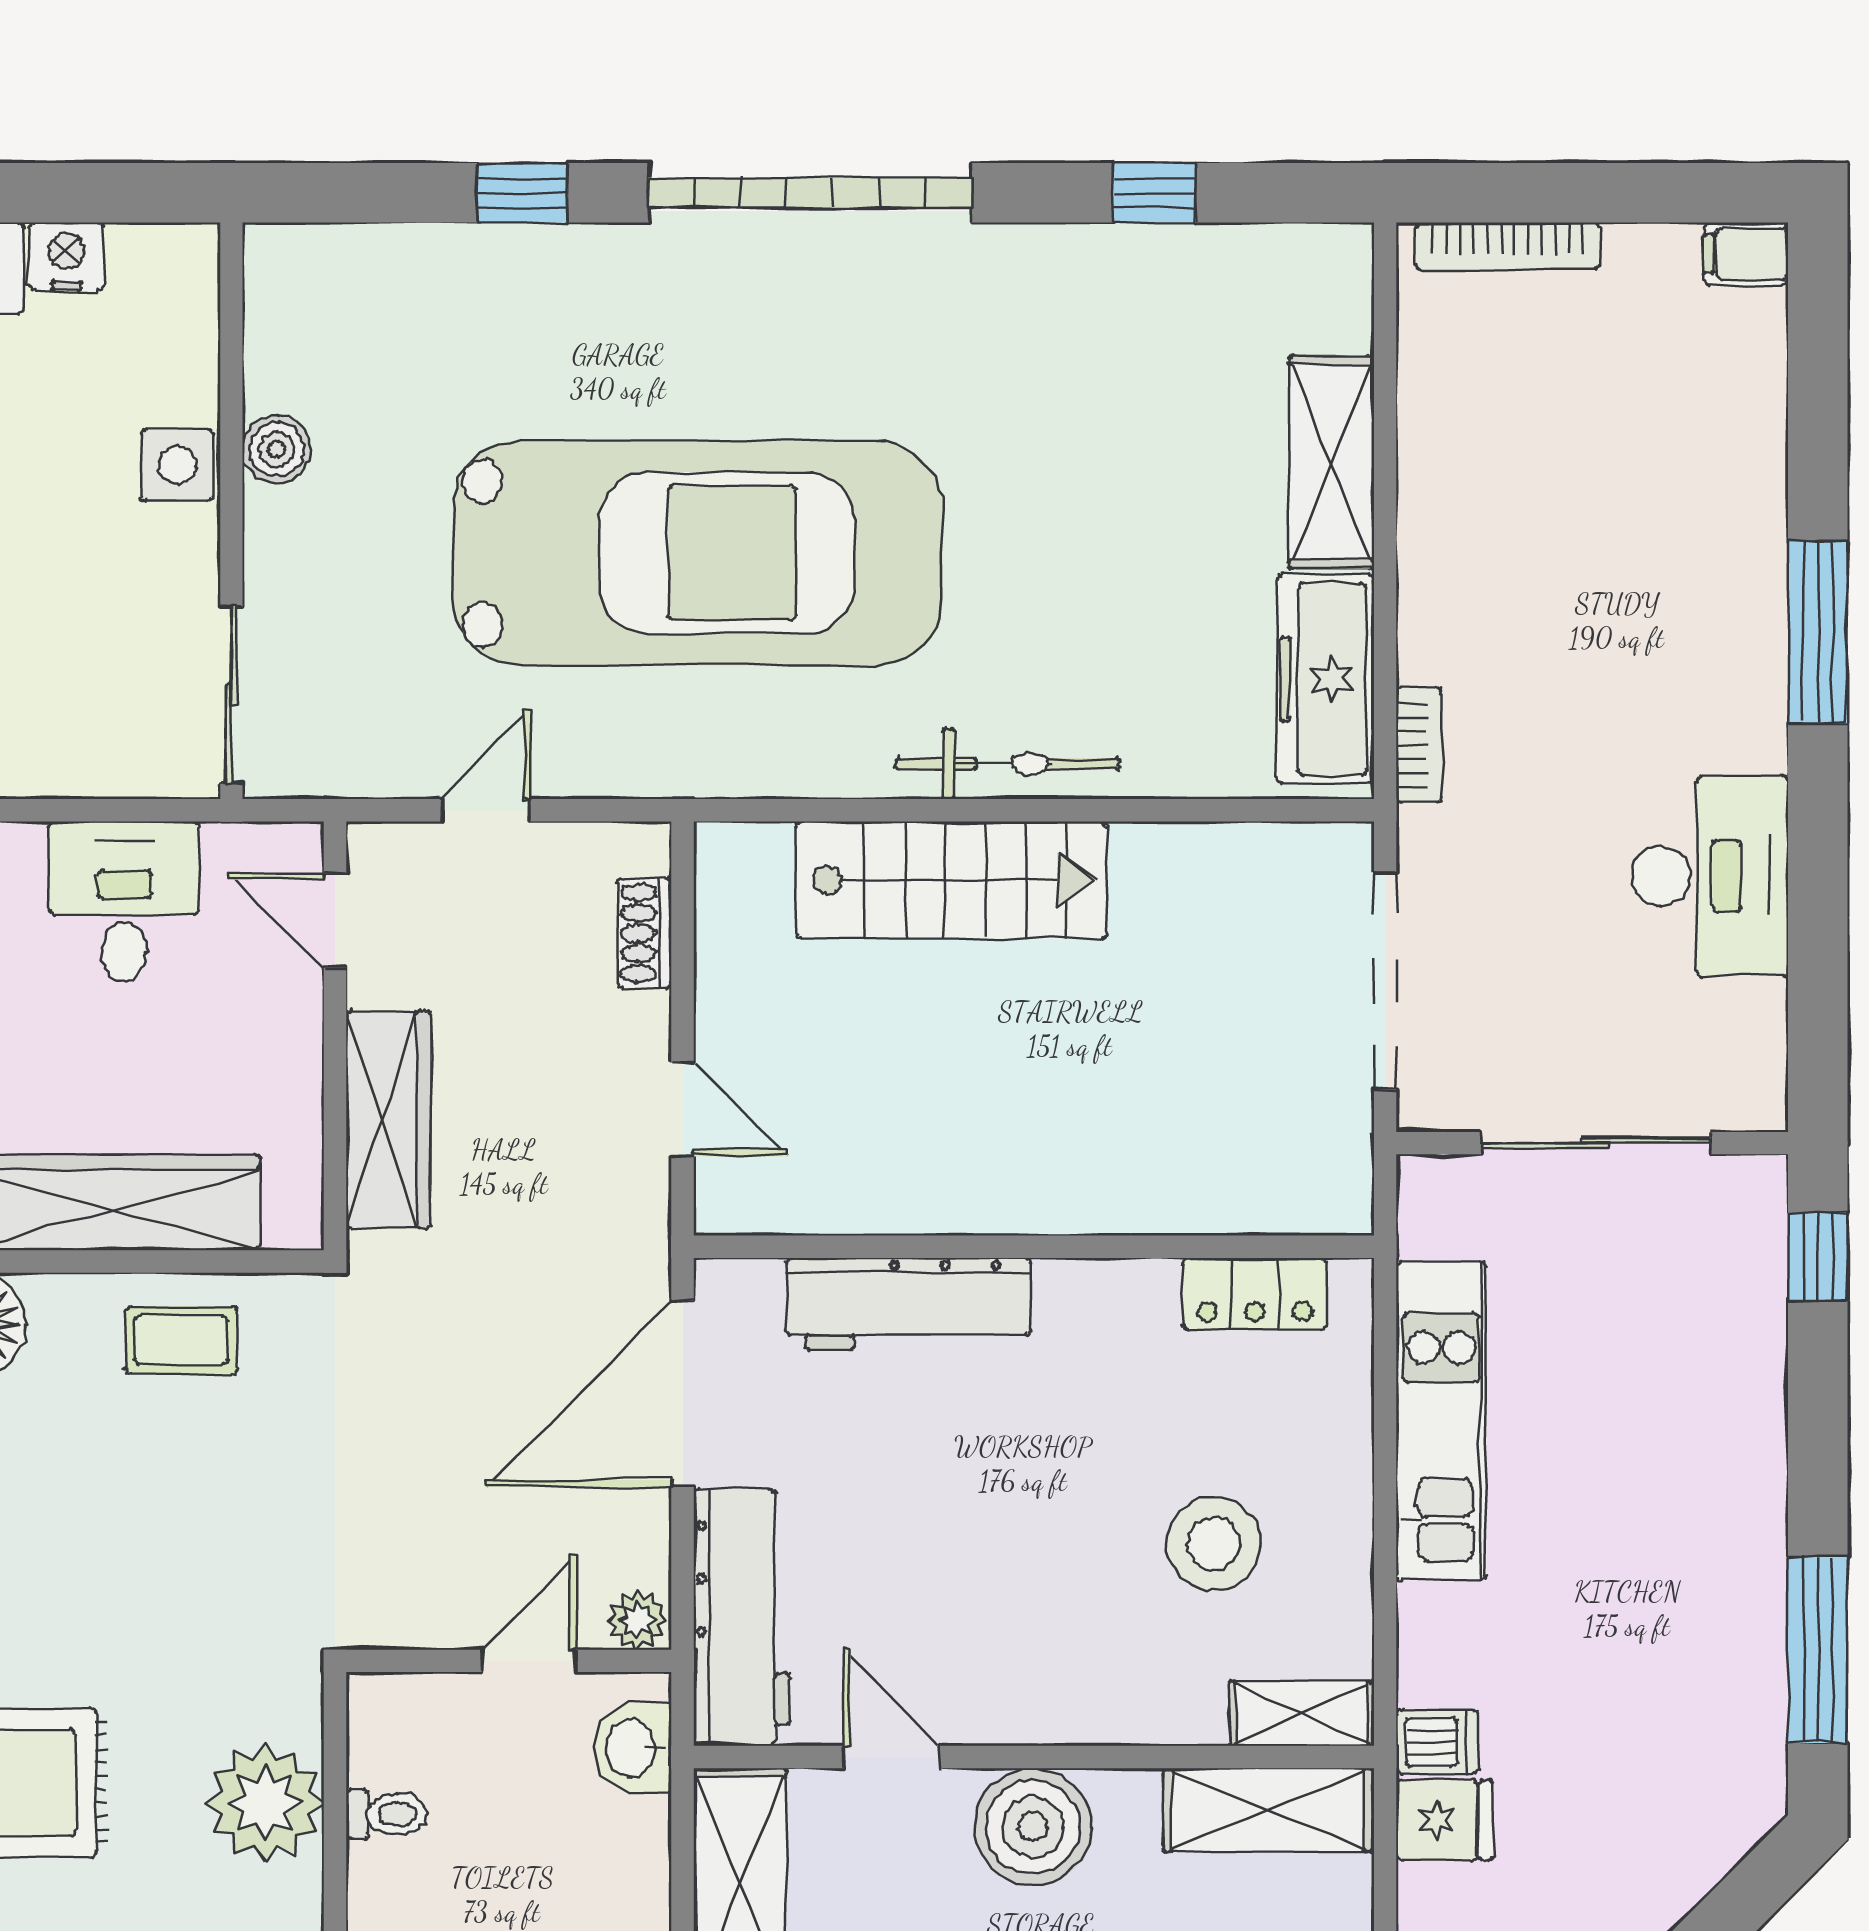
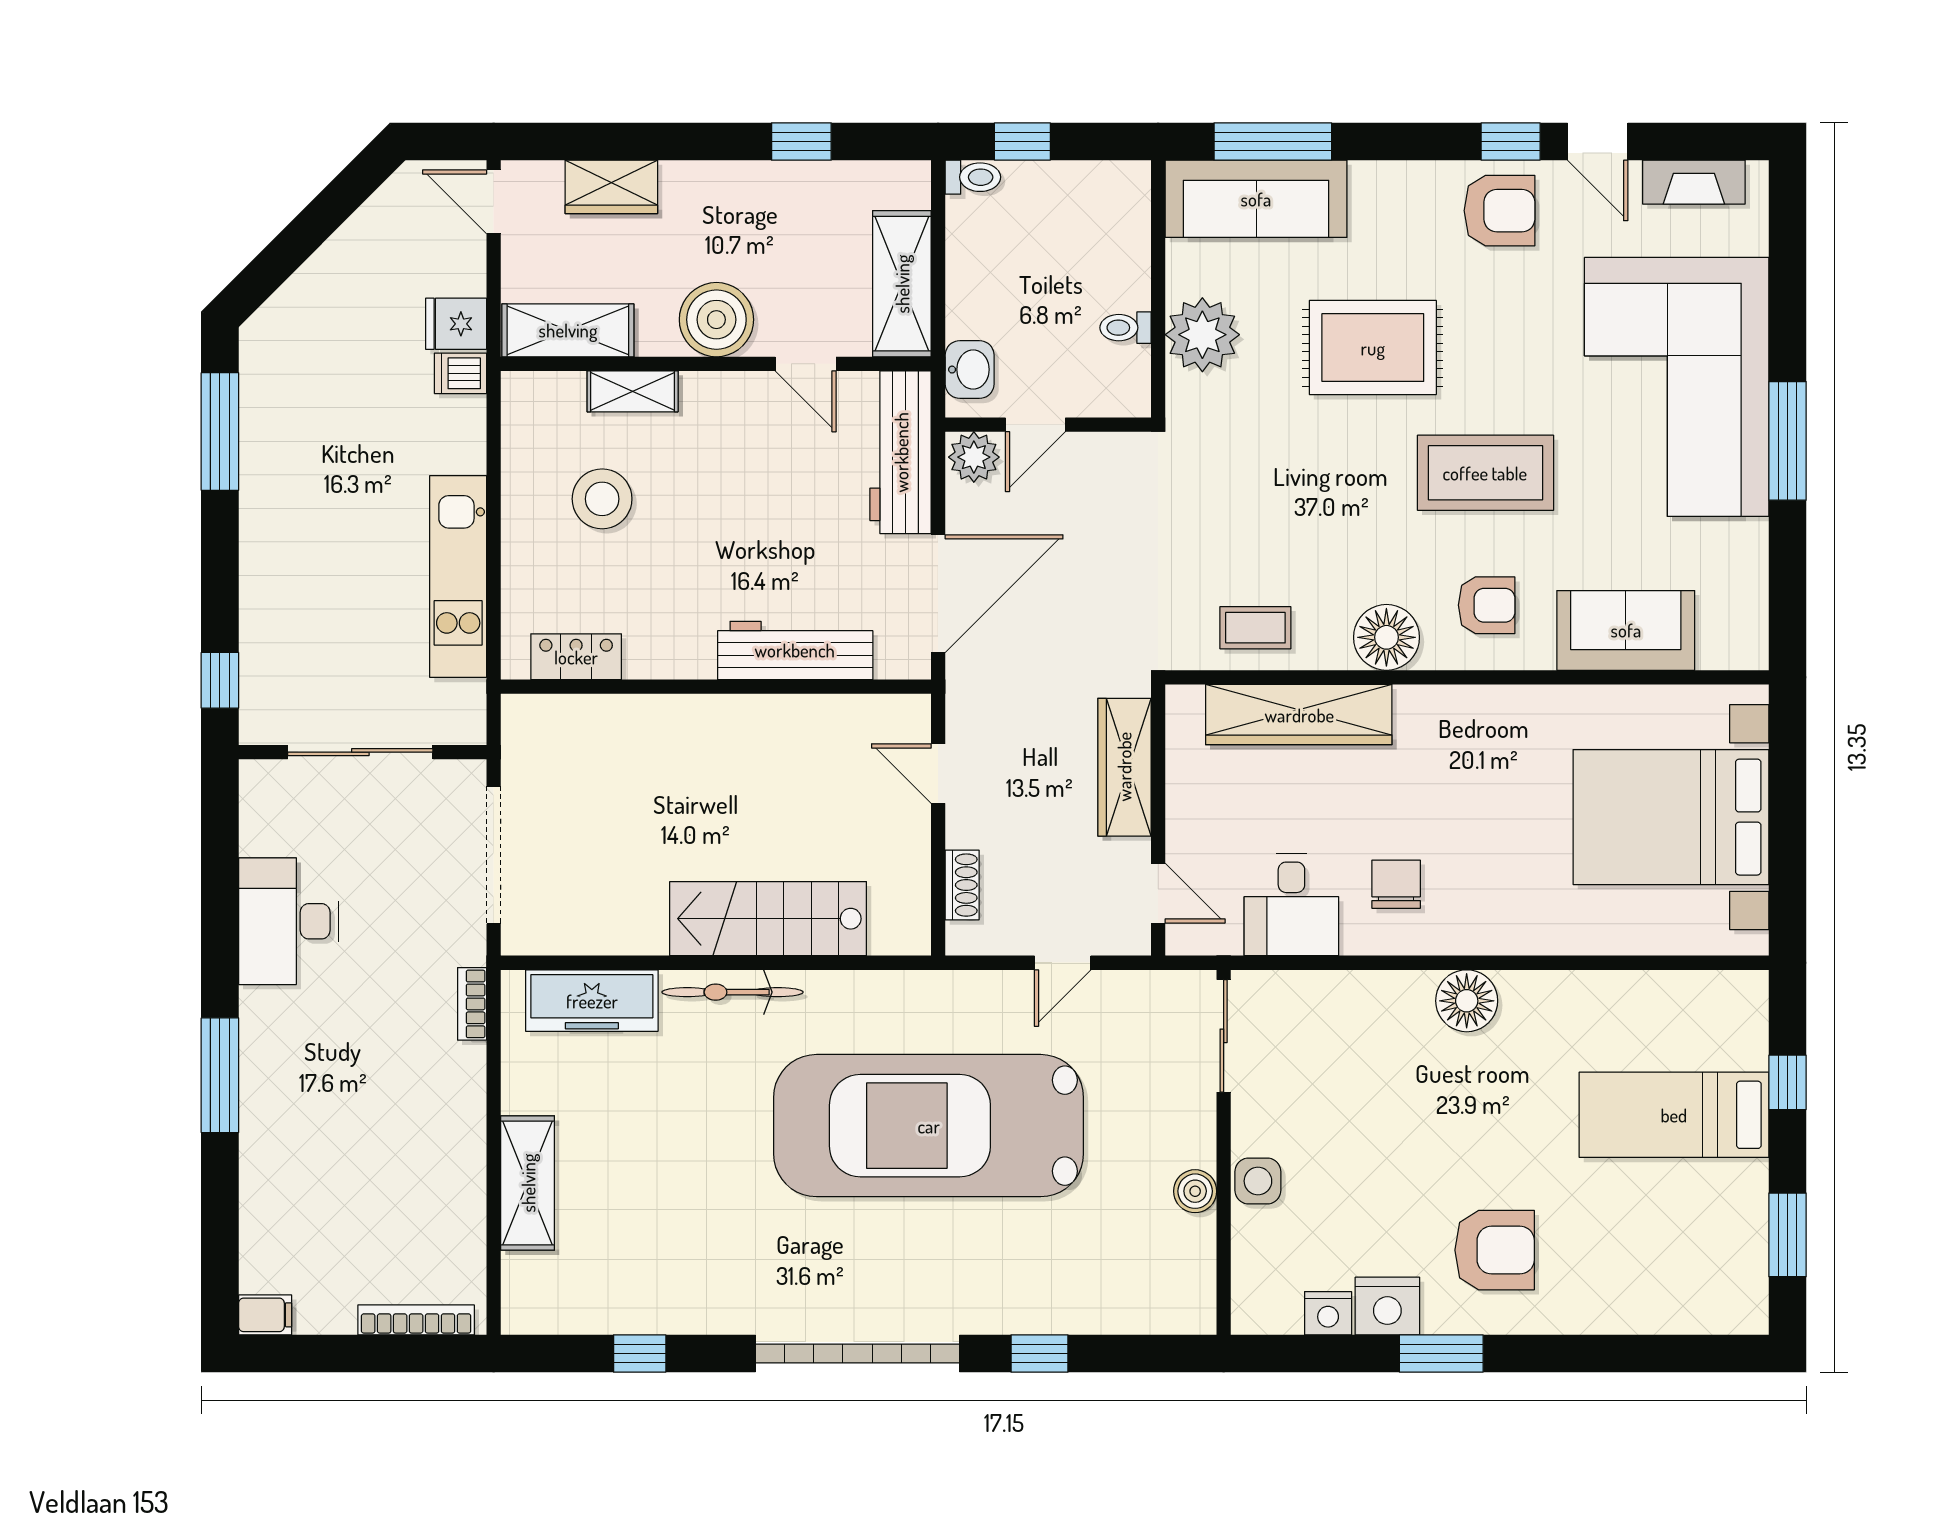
freezer: (1325, 679) -> (592, 1001), moved, turned 90
plant: (637, 1621) -> (974, 457), width x1.38, depth x1.38
shelving: (1302, 1714) -> (633, 391), moved

